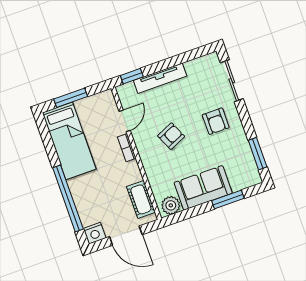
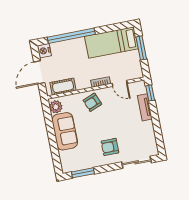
tv unit: (160, 78) -> (145, 107), width x0.71
armchair: (171, 136) -> (92, 102), moved, turned 92
window: (228, 200) -> (54, 147), removed

